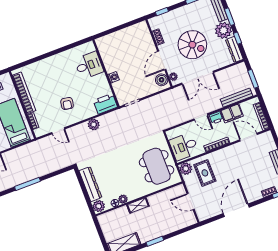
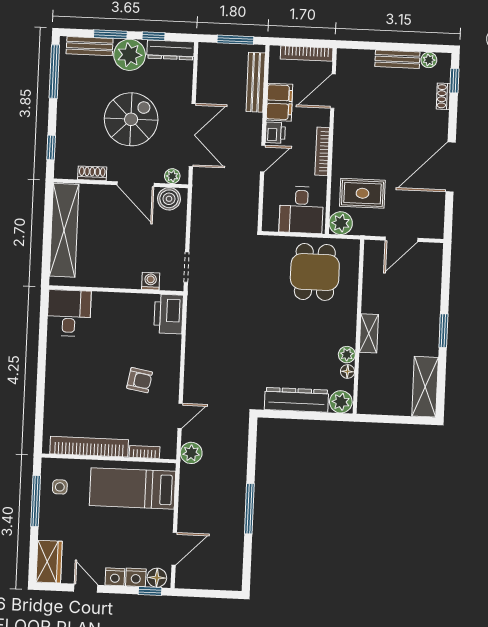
shelving: (124, 35) -> (64, 230), added
desk: (89, 65) -> (69, 313), moved
washing machine: (113, 77) -> (151, 281), moved
plant: (94, 124) -> (191, 453), moved
dining table: (157, 166) -> (315, 272), width x0.73
door: (236, 210) -> (451, 167), hinge flipped

